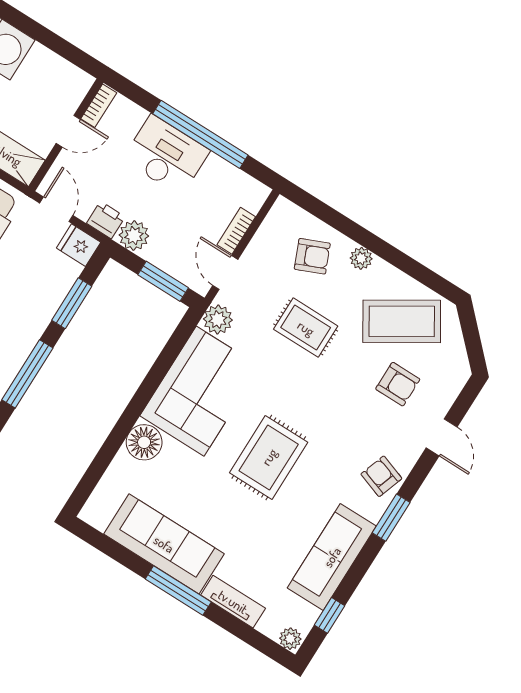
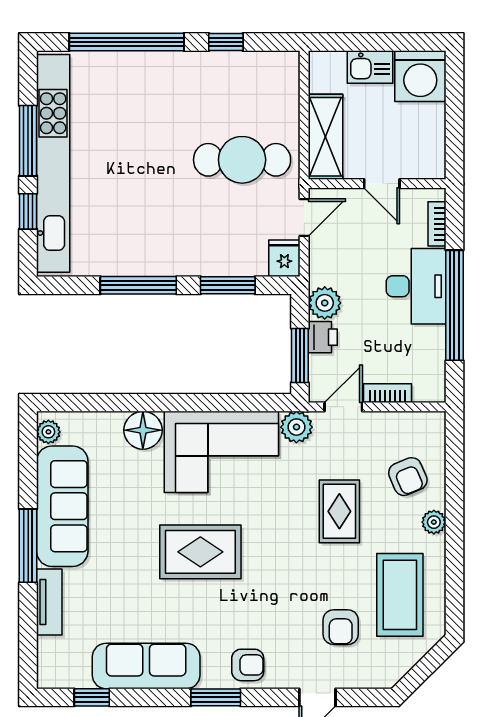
bookcase: (99, 106) -> (437, 224), moved, turned 90
printer: (106, 220) -> (323, 337), moved
coffee table: (402, 321) -> (400, 595), turned 32
armchair: (381, 476) -> (248, 665), turned 71
plant: (290, 639) -> (48, 432), moved

